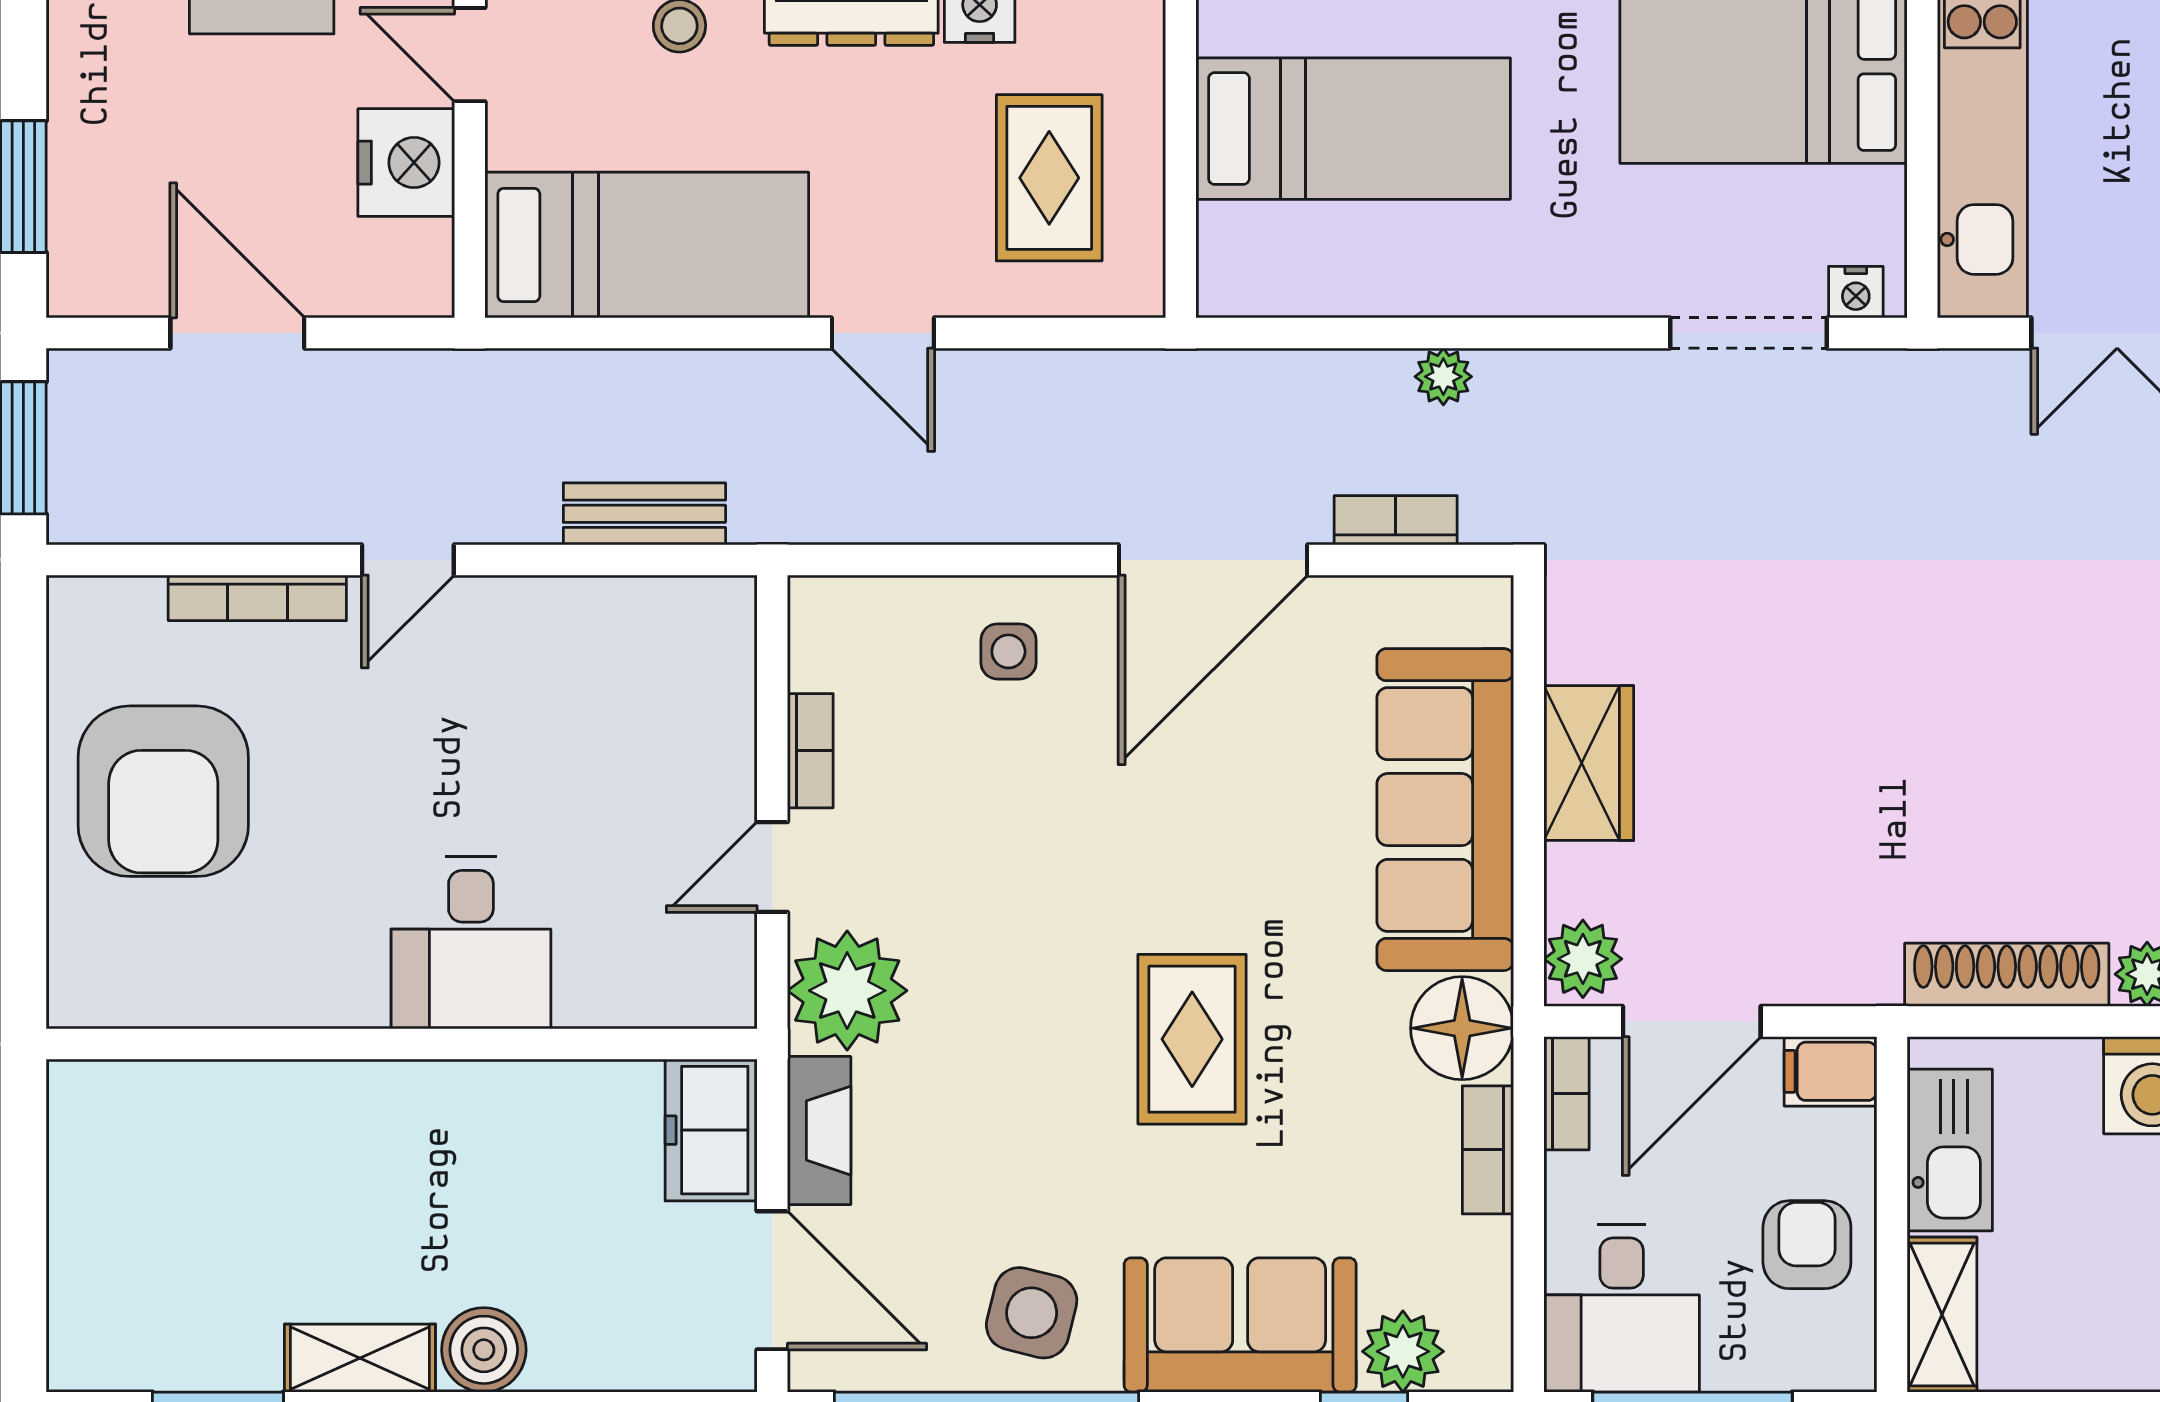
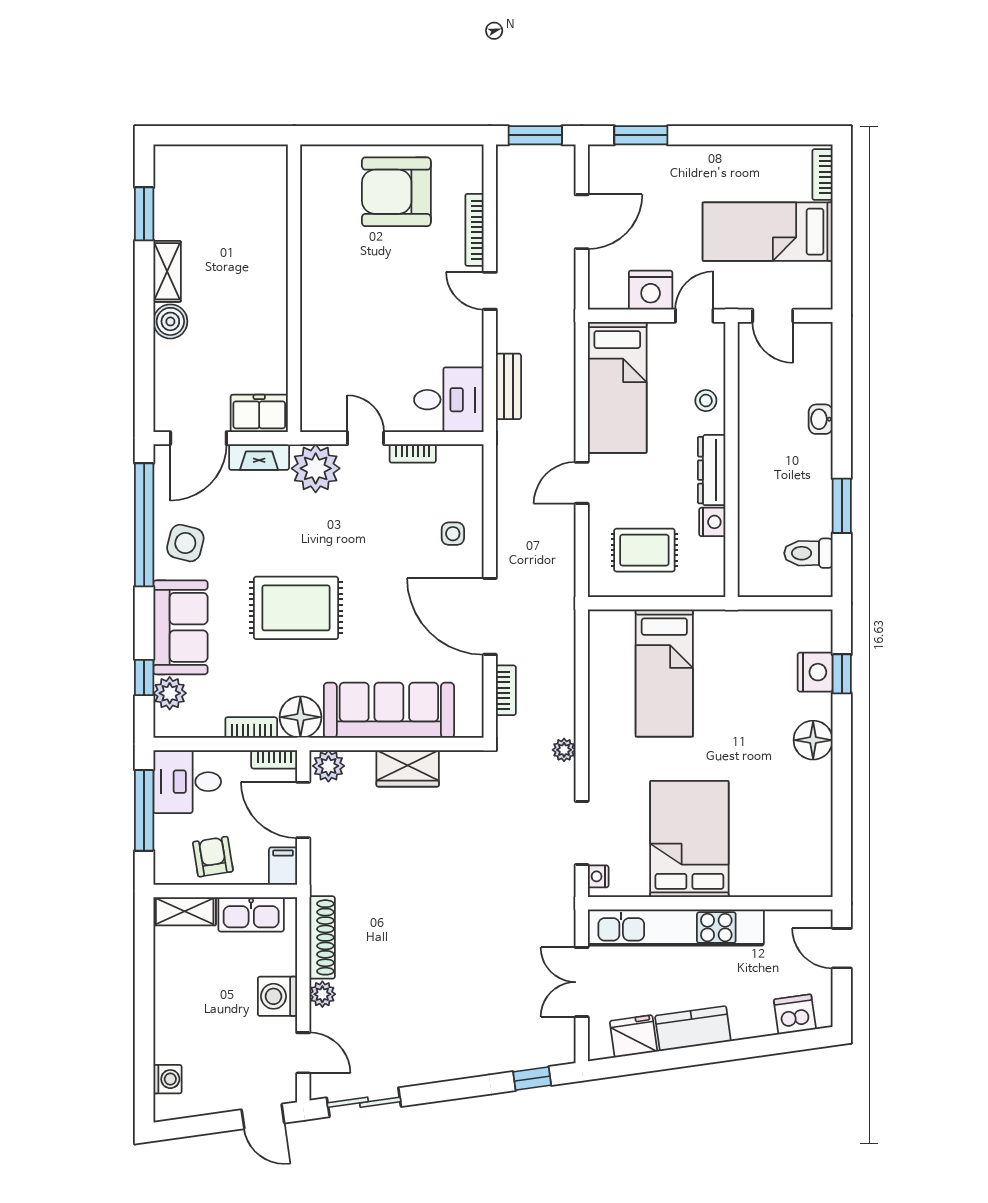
plant: (1443, 377) -> (564, 750), moved
desk: (471, 943) -> (449, 400), moved, turned 180
rug: (1192, 1039) -> (296, 608), width x1.36, depth x1.43
armchair: (1807, 1245) -> (213, 857), turned -99

